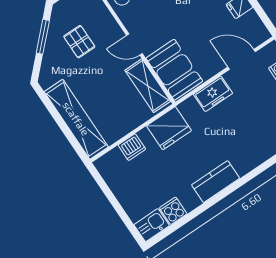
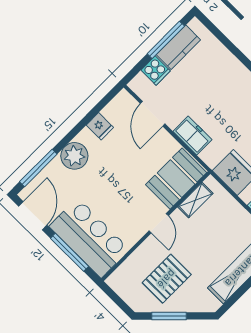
pallet: (79, 42) -> (167, 279), width x1.50, depth x1.42
shelving: (148, 86) -> (195, 200), width x0.67, depth x0.75

